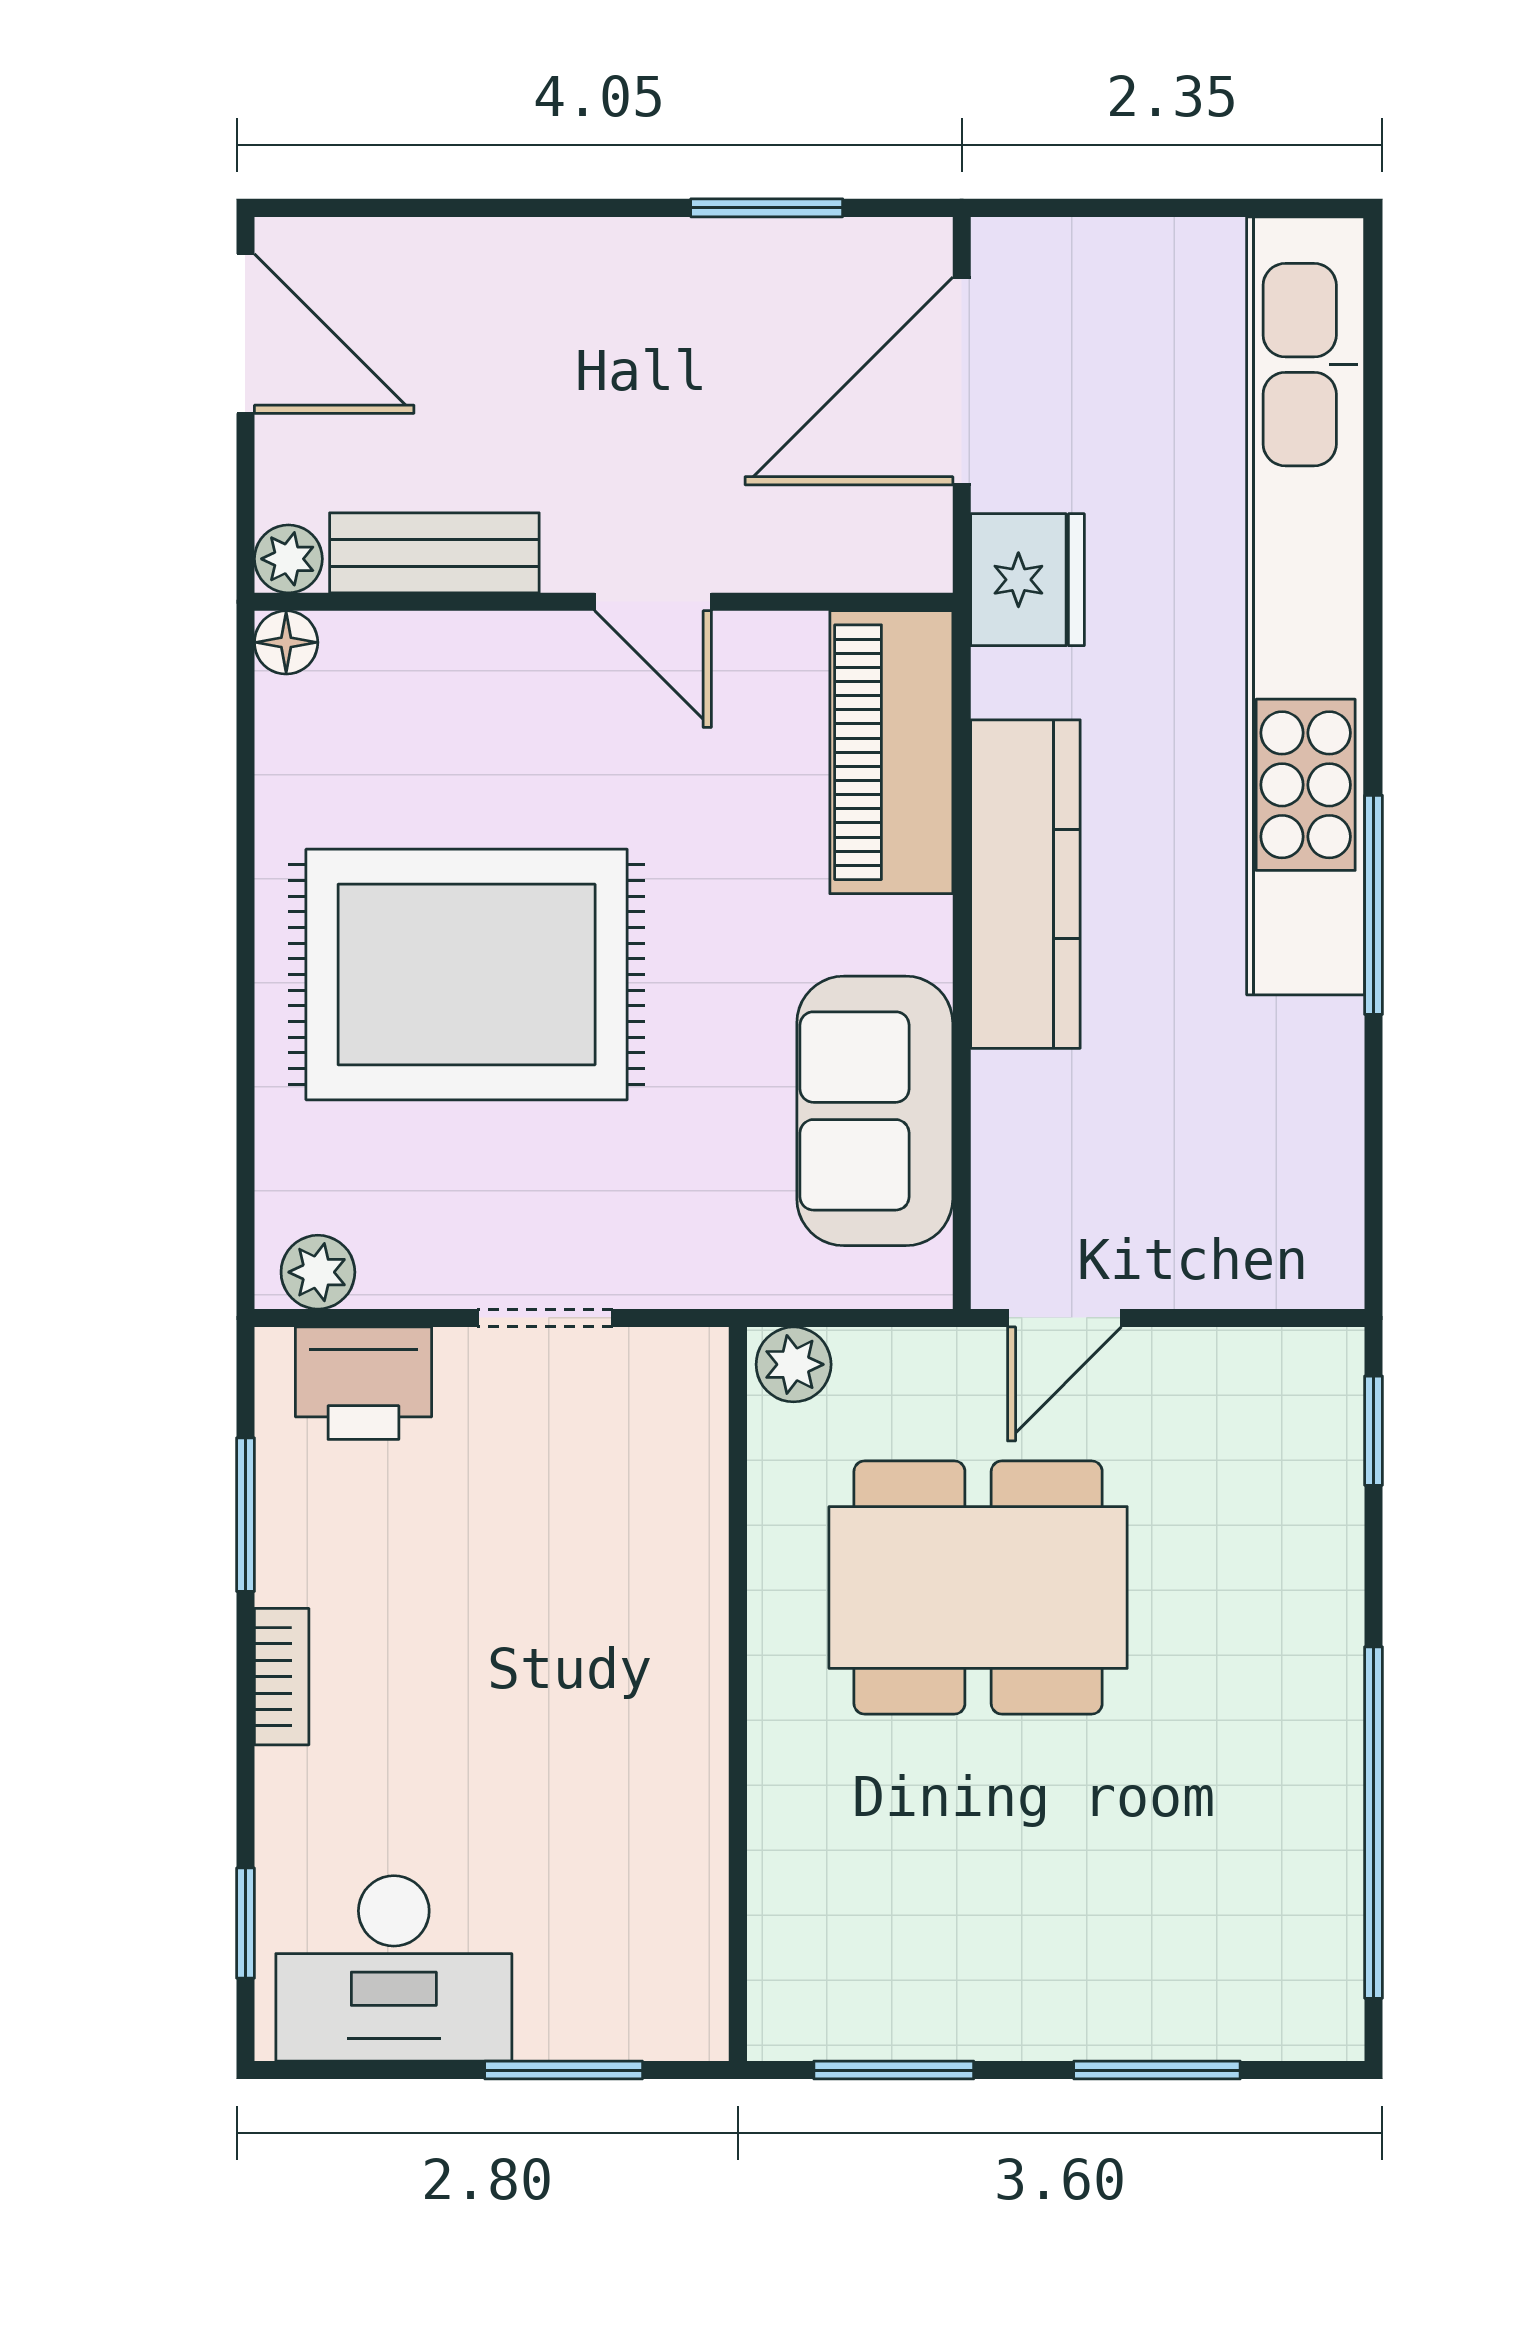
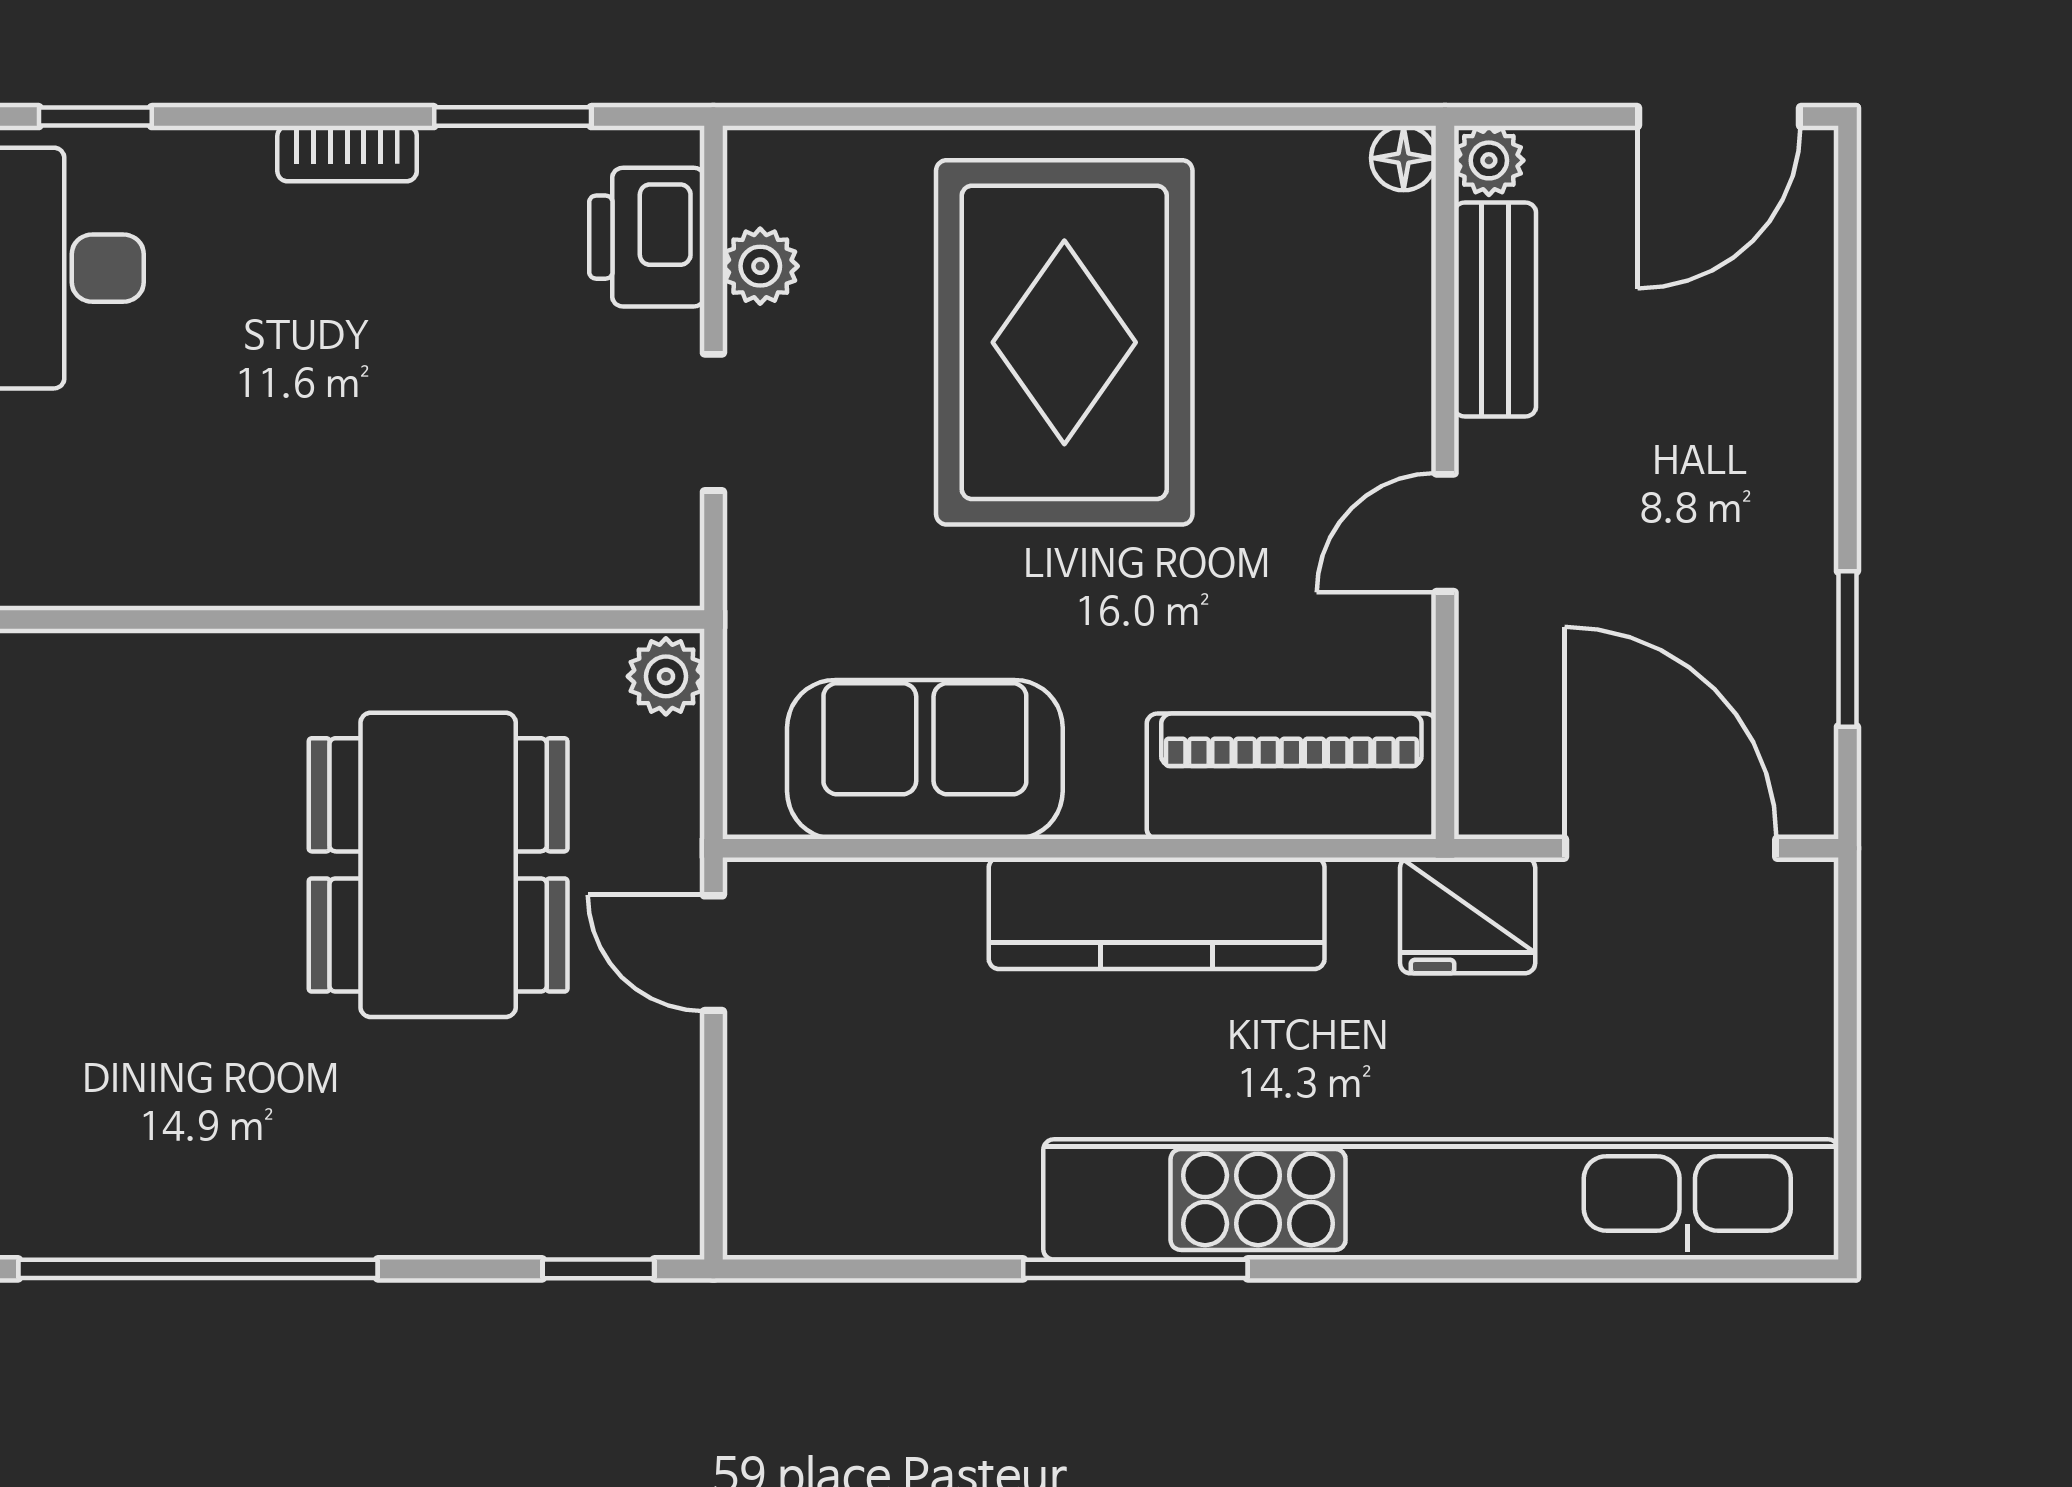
plant: (318, 1272) -> (760, 266), moved

